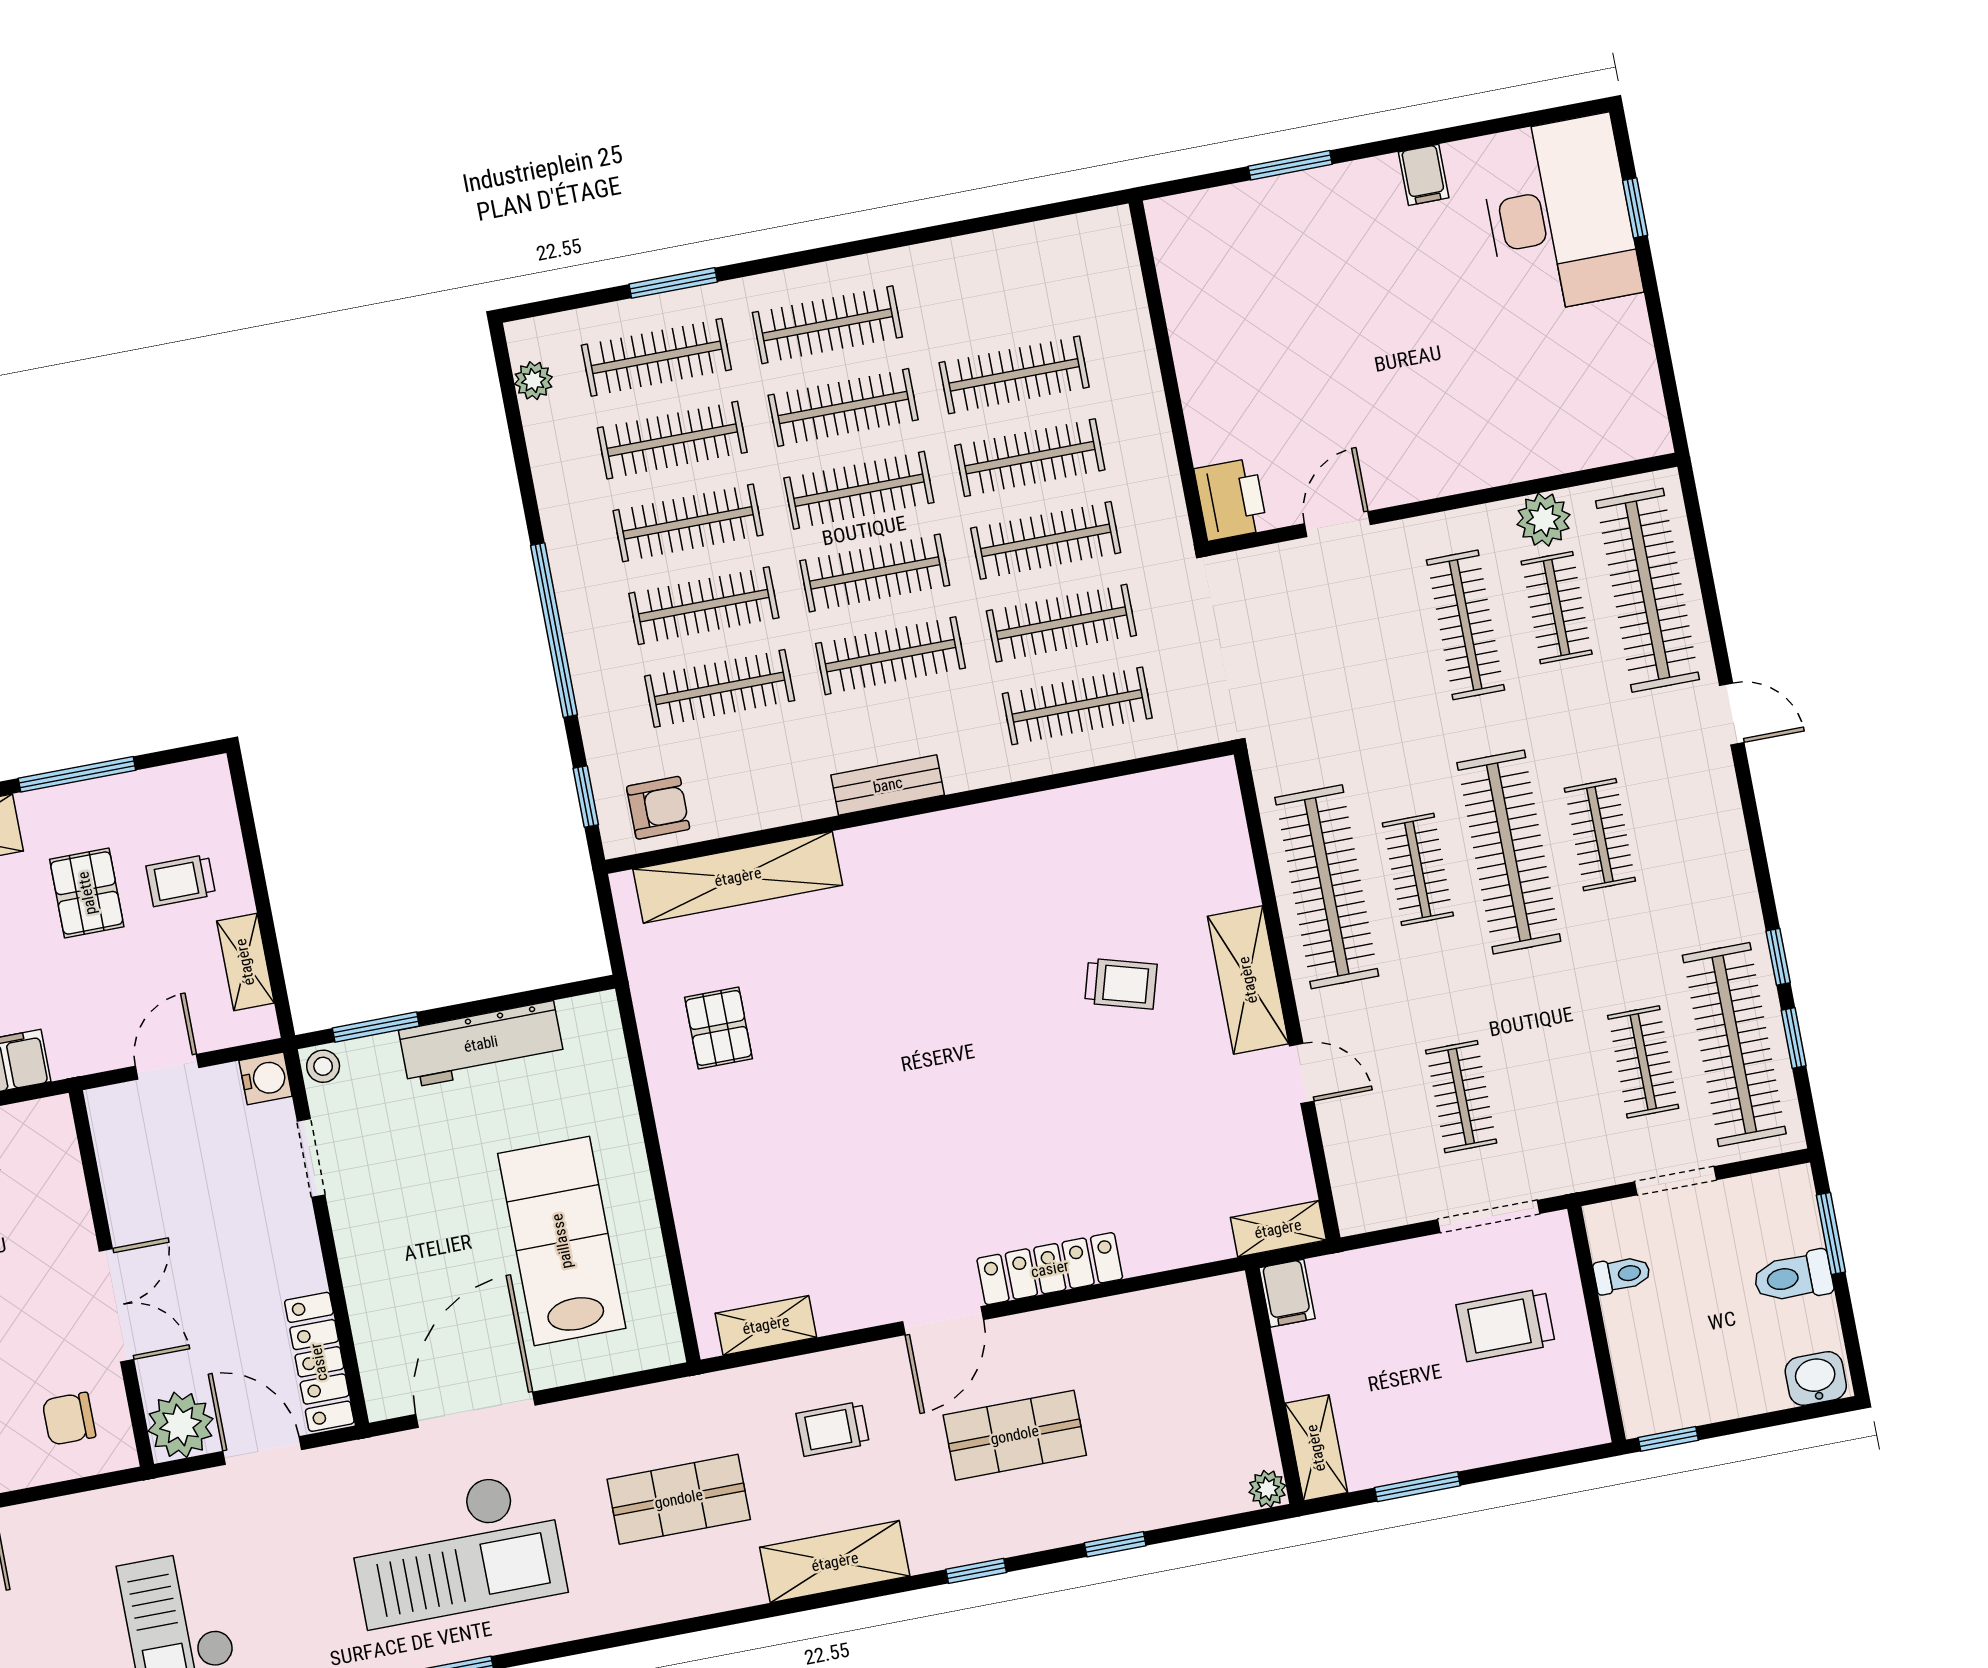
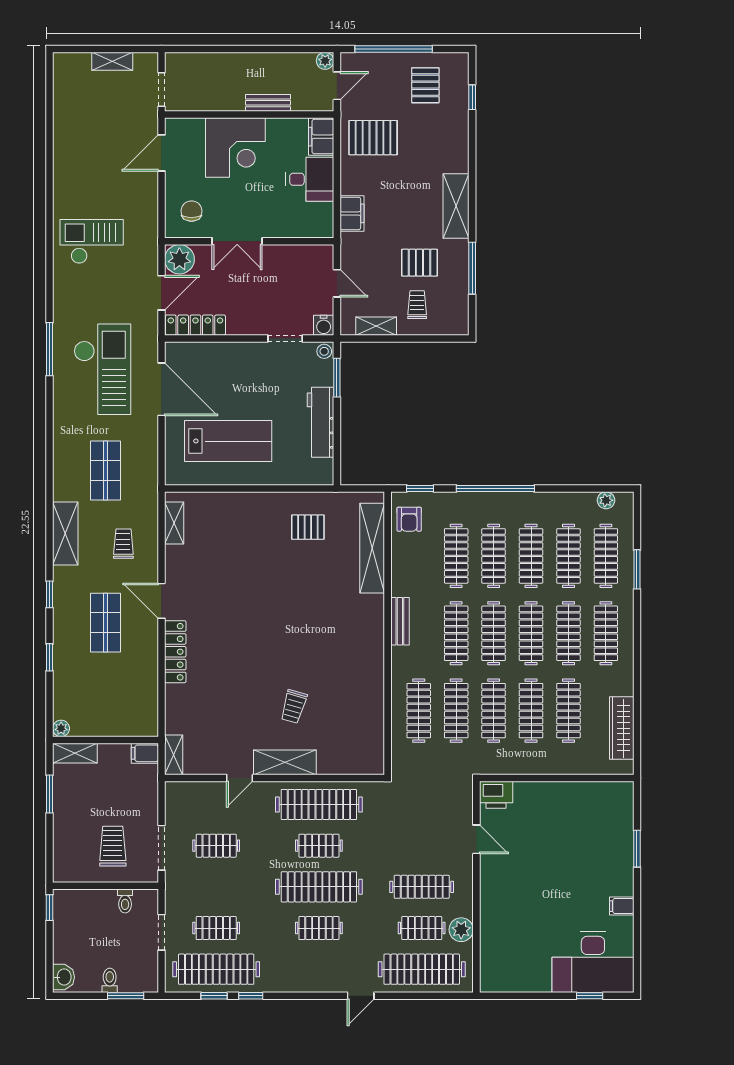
wardrobe: (1030, 250) -> (622, 728), added
toilet: (1793, 1277) -> (110, 980), width x0.73, depth x0.72
checkout: (456, 1549) -> (102, 369), turned 180

